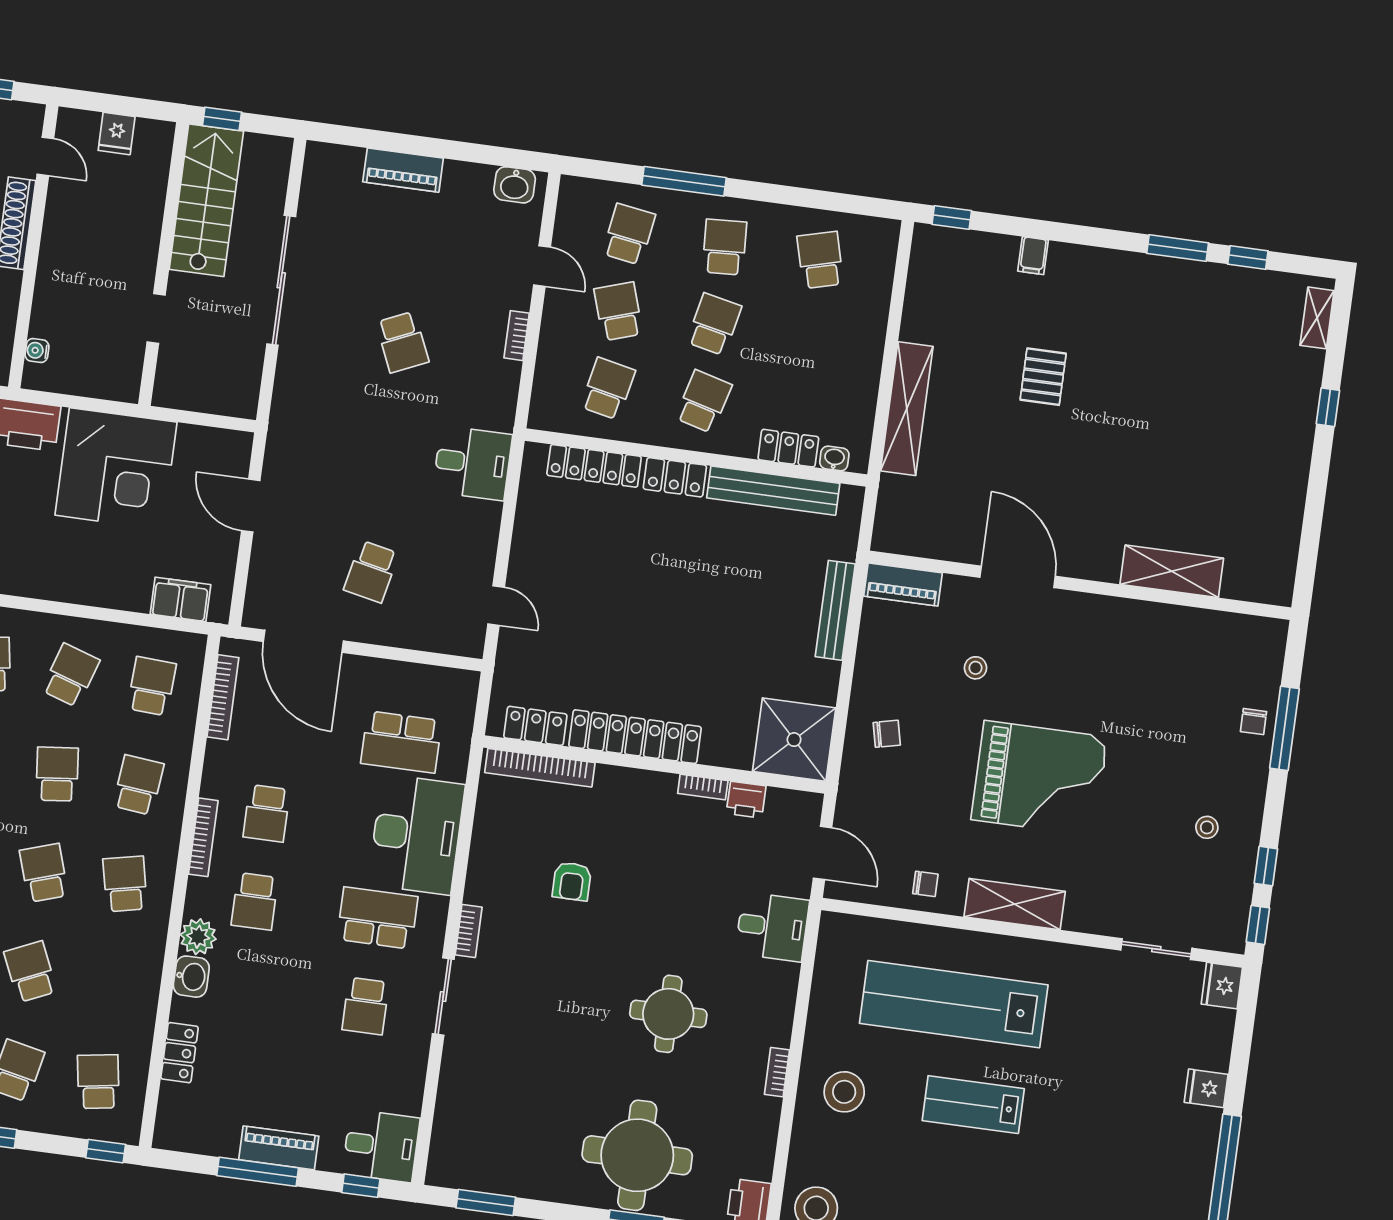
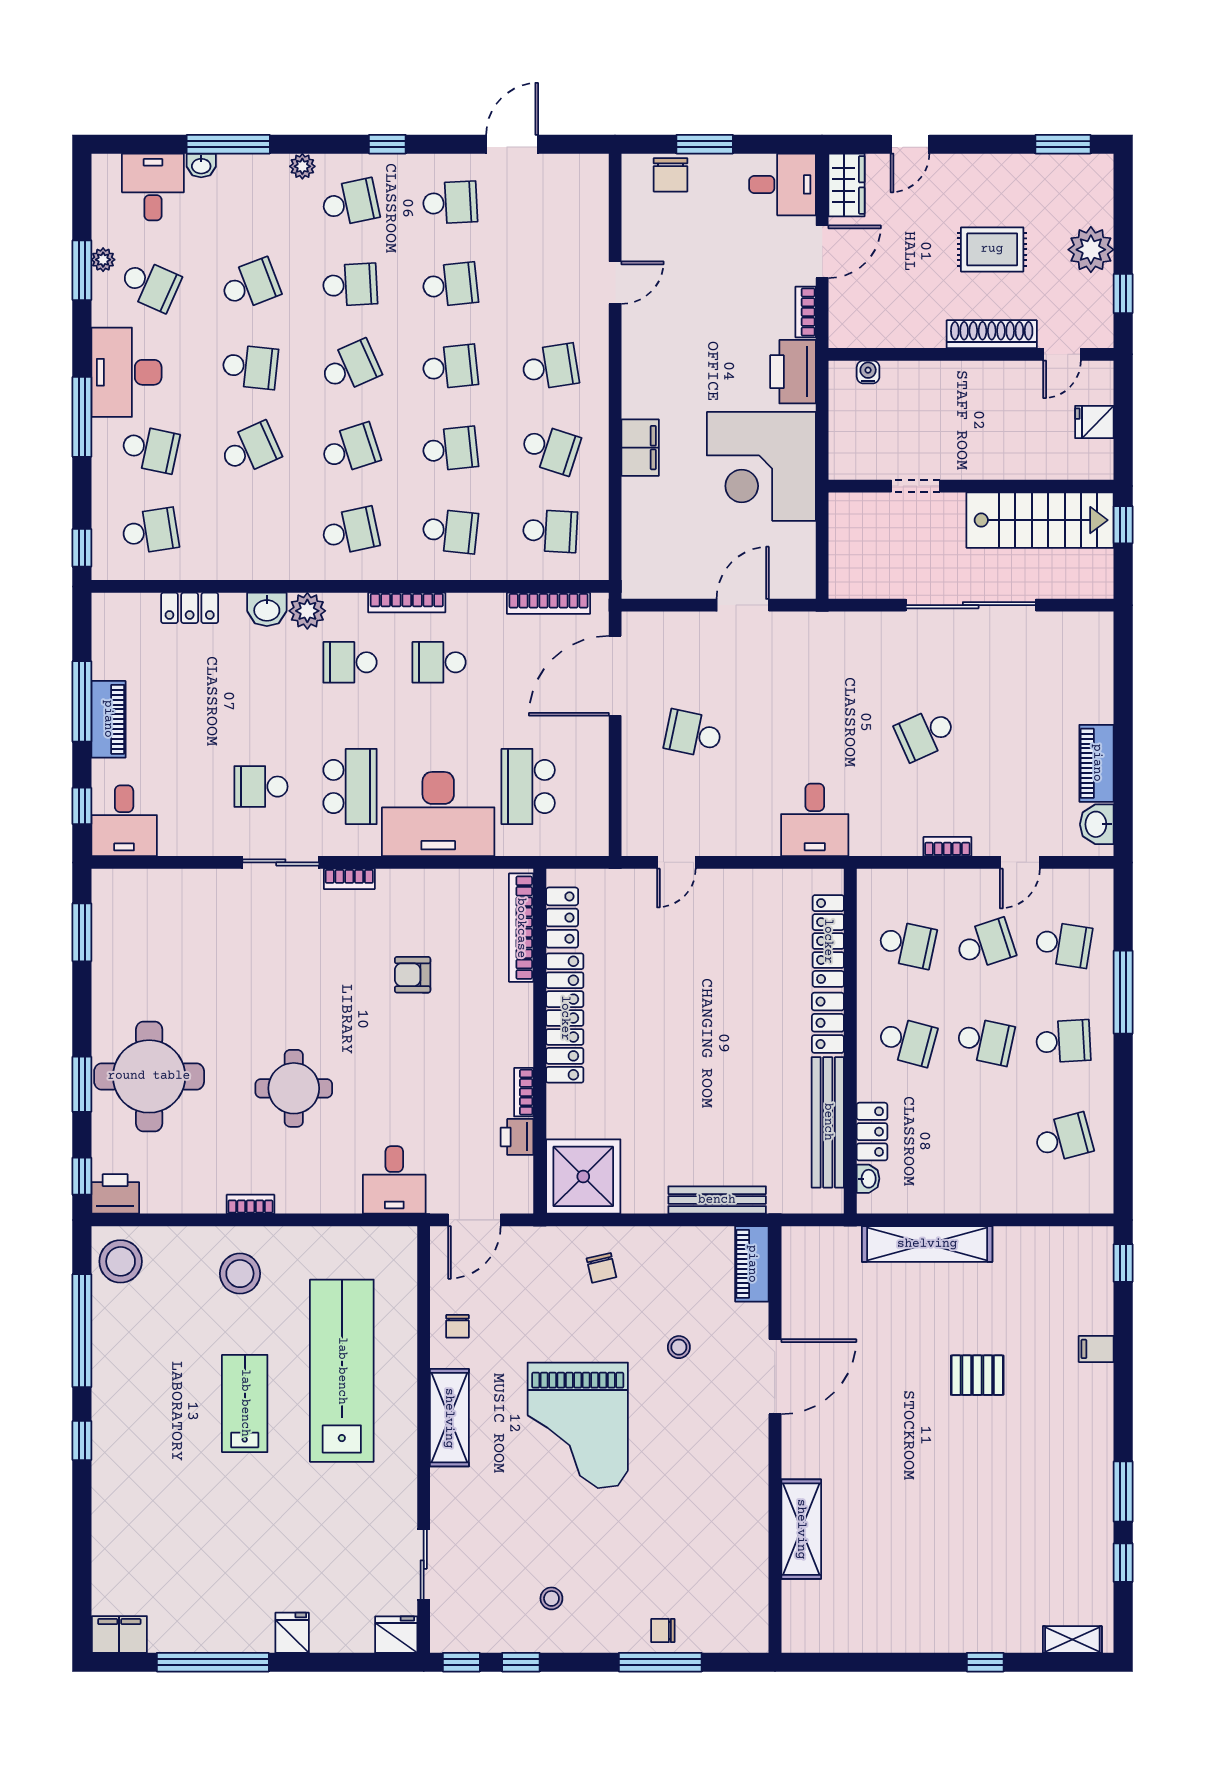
piano: (403, 170) -> (1097, 763), moved
filing cabinet: (180, 599) -> (640, 448), moved

